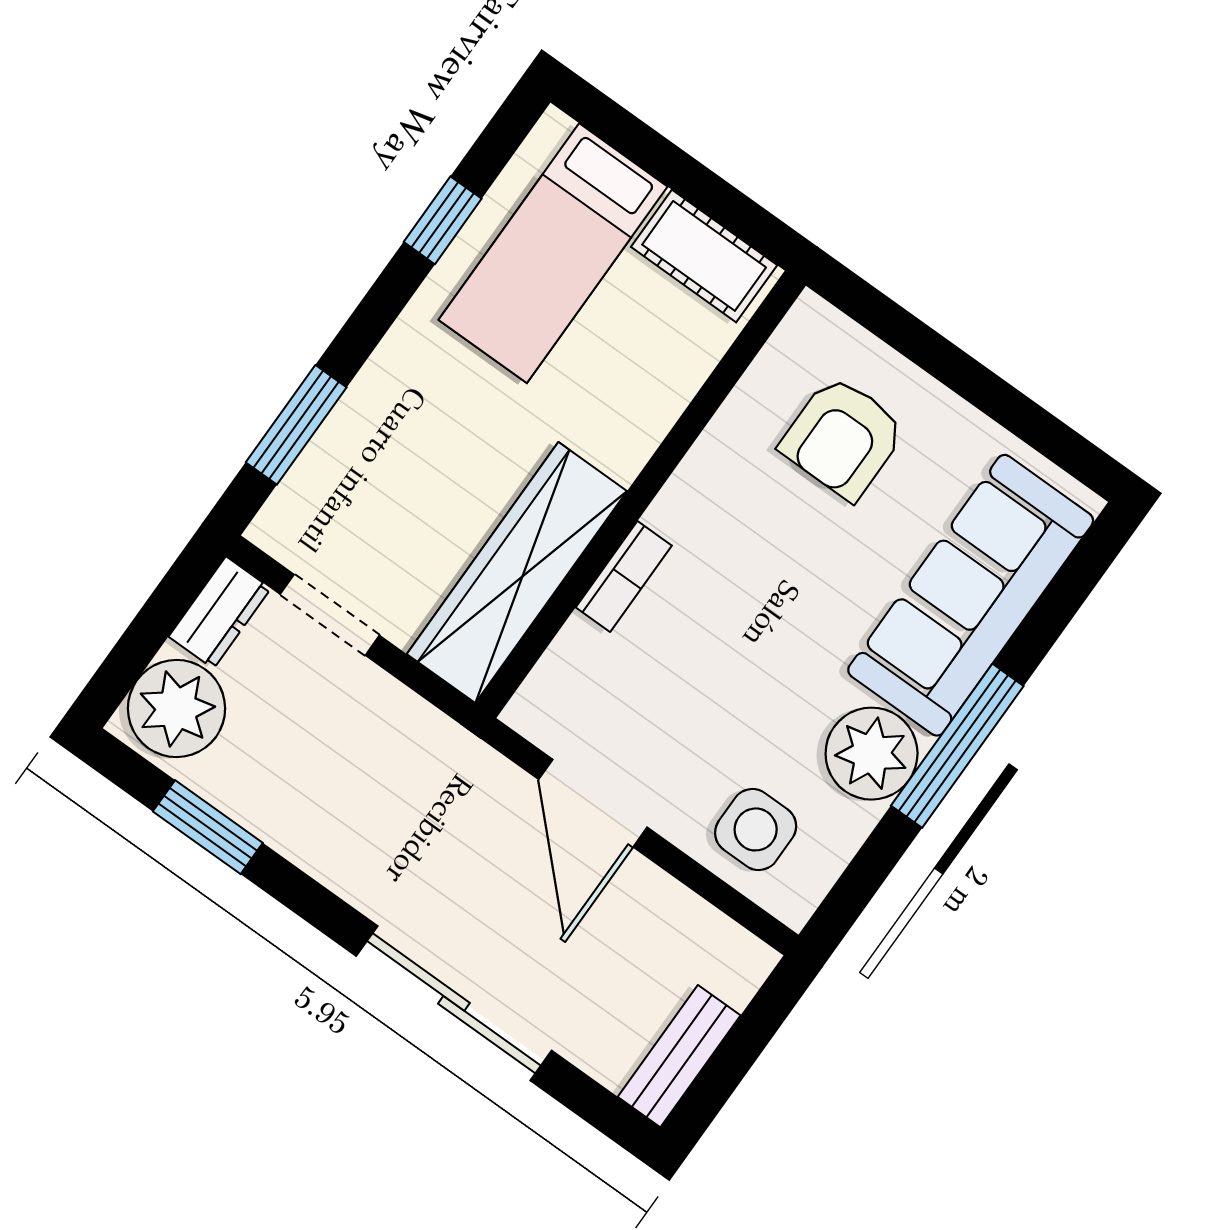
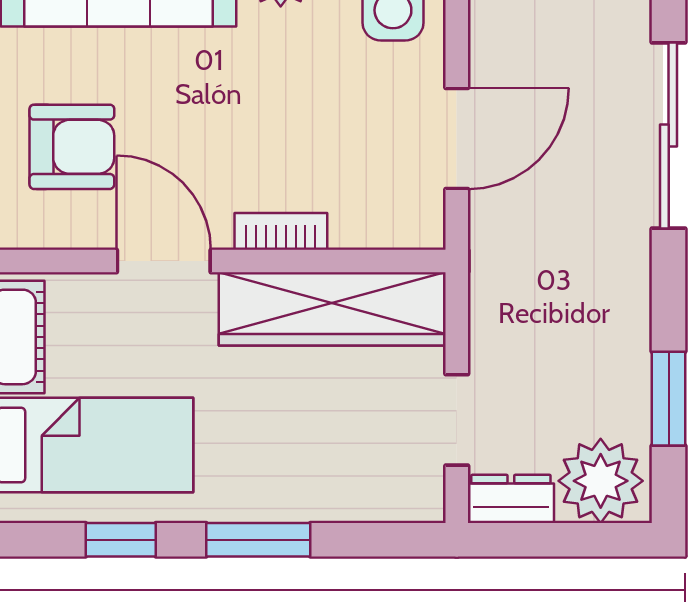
window: (296, 425) -> (258, 540), moved
door: (674, 447) -> (164, 261), added

